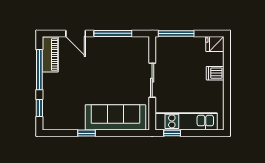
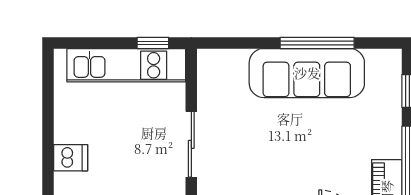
sofa: (115, 117) -> (307, 73), moved
window: (87, 133) -> (317, 43), width x2.17

